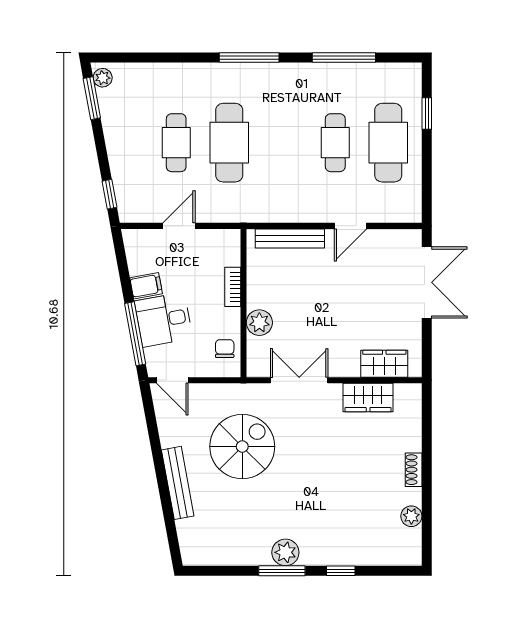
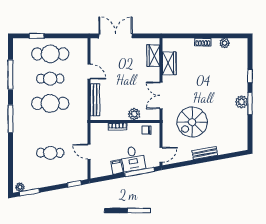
cafe table: (229, 143) -> (50, 103), moved
spiral stairs: (242, 447) -> (192, 122), turned -90
bench: (178, 483) -> (205, 153), width x0.73

